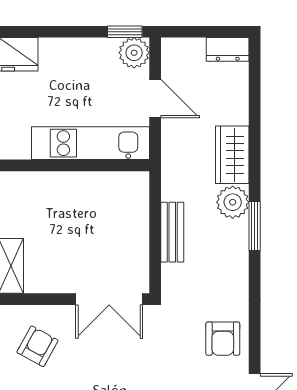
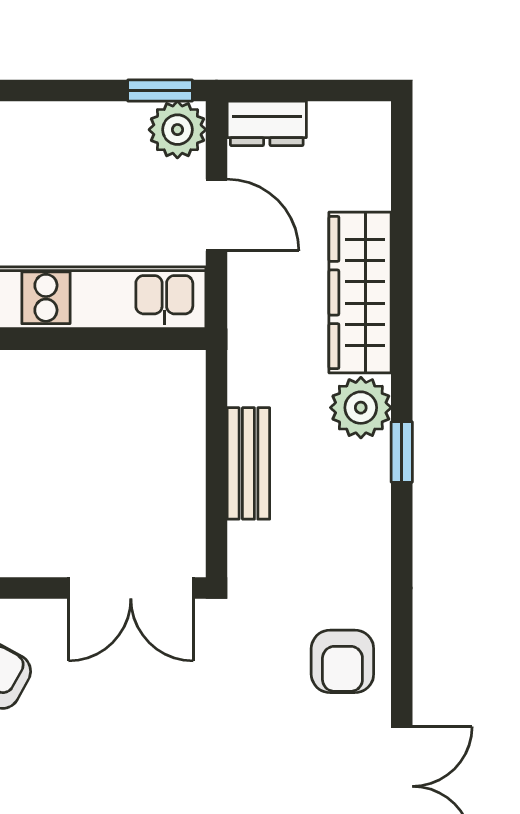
dresser: (228, 49) -> (267, 123), moved
wardrobe: (232, 155) -> (360, 293), width x1.50
window: (255, 226) -> (402, 452), width x0.67

